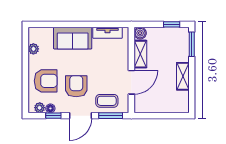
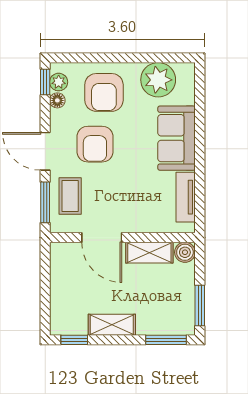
window: (172, 24) -> (200, 306), width x1.50
plant: (33, 49) -> (158, 80), width x1.88, depth x1.88
armchair: (76, 86) -> (95, 144), turned 90
window: (192, 98) -> (74, 340), added
window: (53, 116) -> (45, 82), moved

